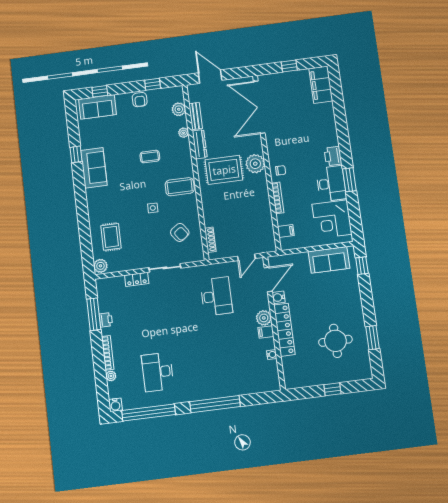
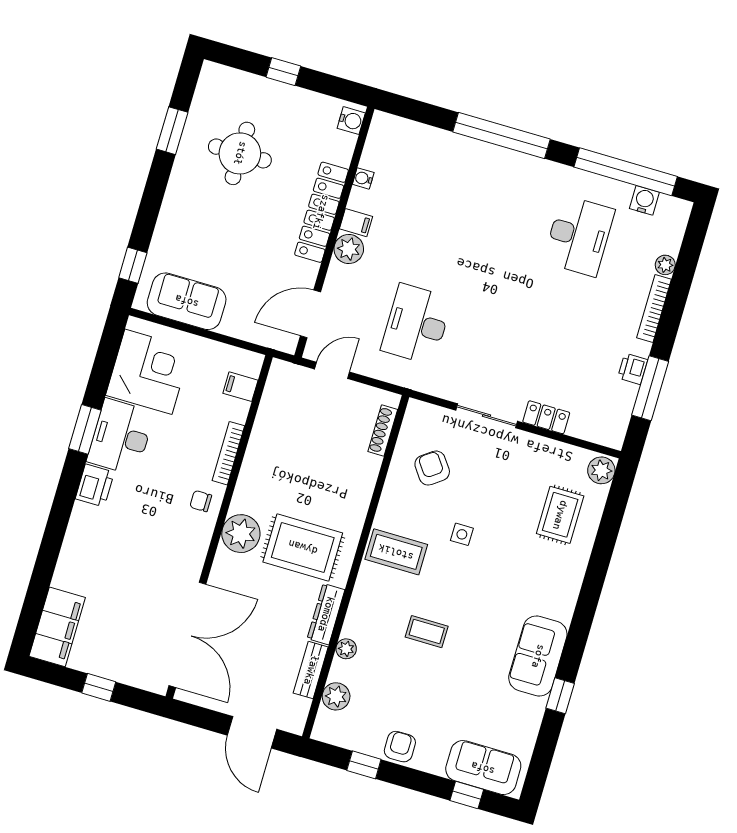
water cooler: (279, 297) -> (351, 121), moved
water cooler: (115, 405) -> (644, 200), moved

